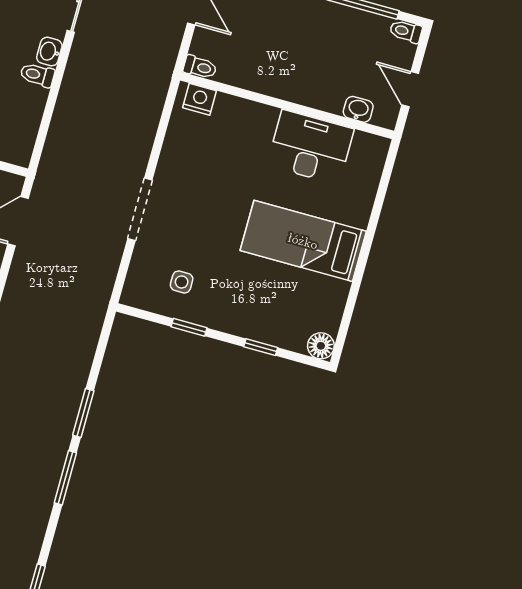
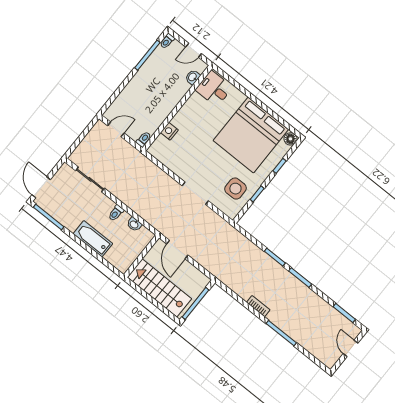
washbasin: (49, 52) -> (134, 224), moved
nightstand: (200, 99) -> (169, 131), moved
desk: (310, 147) -> (214, 89), moved, width x0.73
bed: (303, 241) -> (251, 135), width x2.04
side table: (182, 282) -> (235, 189), width x1.87, depth x1.87

